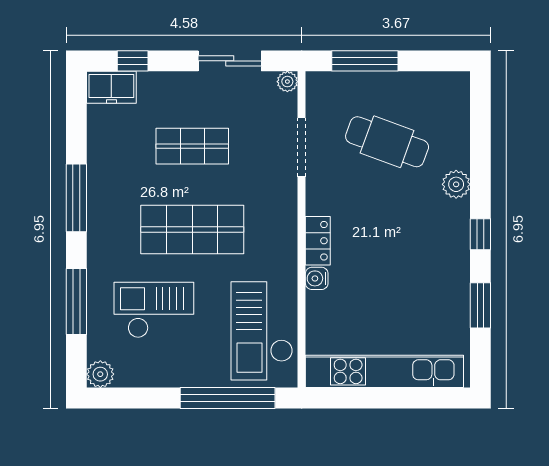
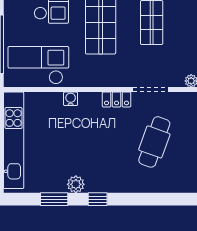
plant: (456, 184) -> (76, 184), moved
locker: (318, 241) -> (117, 99), moved

